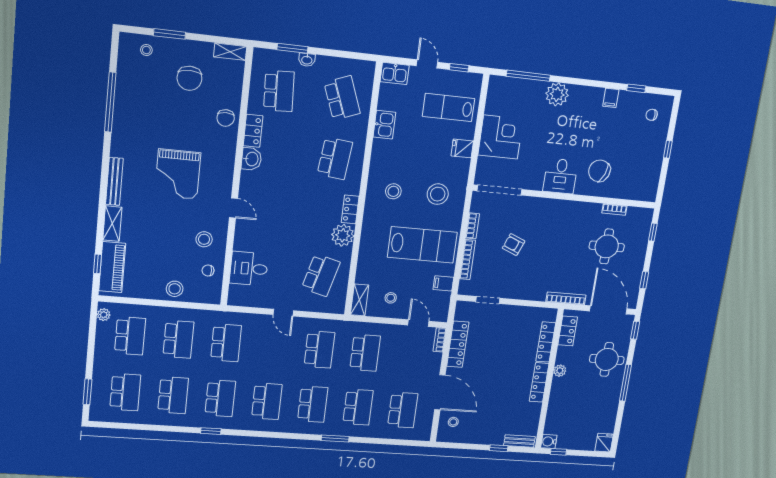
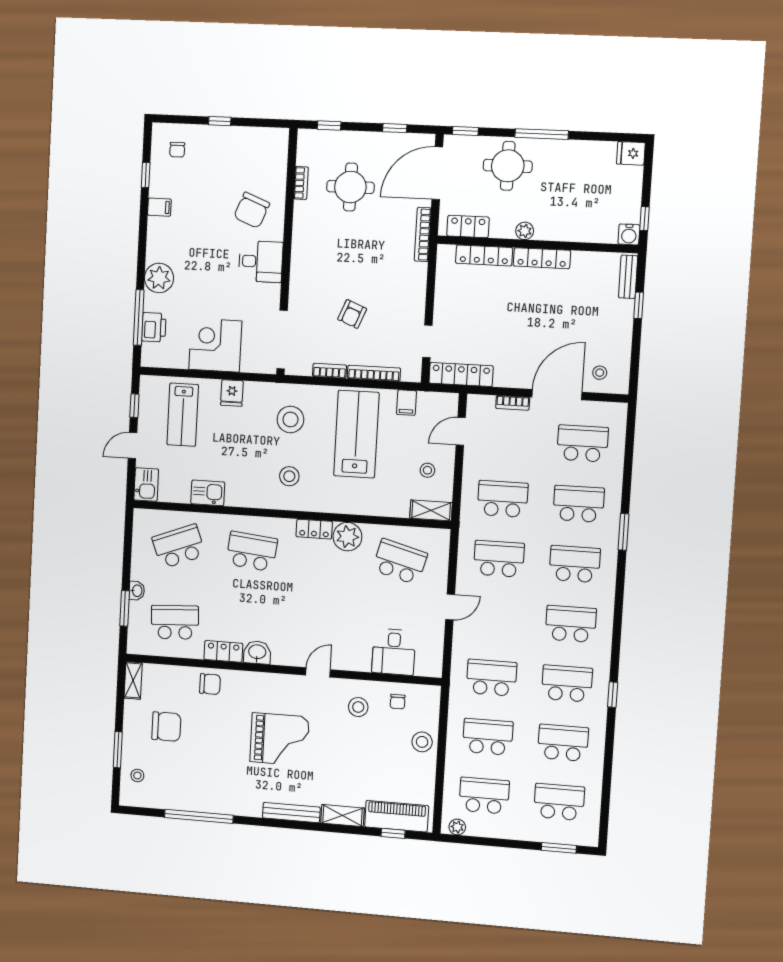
printer: (519, 88) -> (154, 327), added
bookcase: (440, 340) -> (513, 403), moved
locker: (458, 344) -> (461, 375), moved

